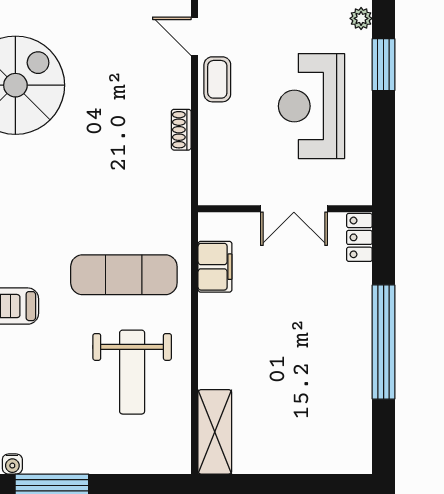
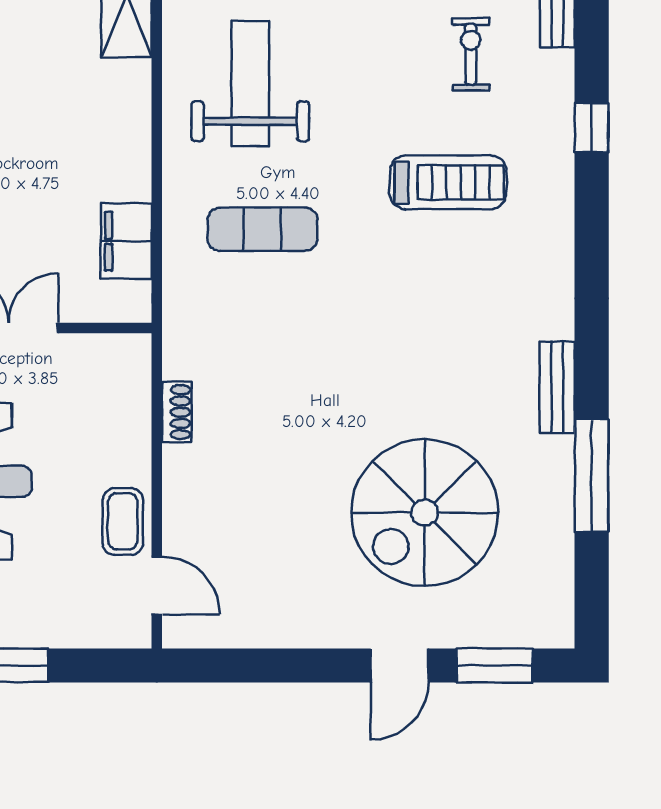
shoe rack: (181, 130) -> (177, 412), moved
exercise mat: (124, 275) -> (262, 229), width x0.73, depth x0.69

